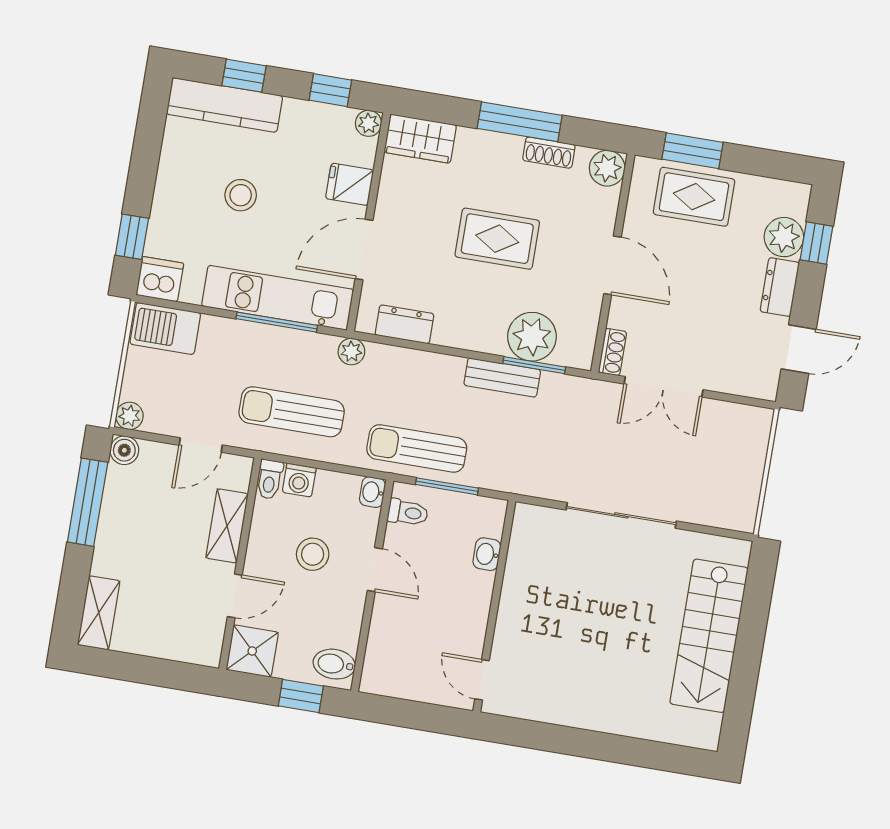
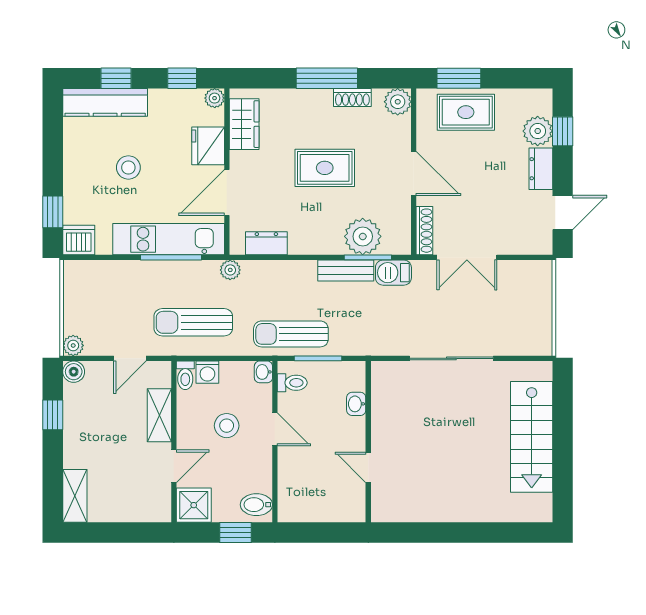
wardrobe: (420, 139) -> (244, 124), moved, turned -90
fridge: (350, 184) -> (208, 146), width x1.38
barbecue: (165, 328) -> (393, 273), moved, width x0.73, depth x0.79
shoe rack: (612, 352) -> (424, 231), width x1.43
window: (88, 502) -> (53, 415), width x0.46
door: (482, 680) -> (368, 467), moved

